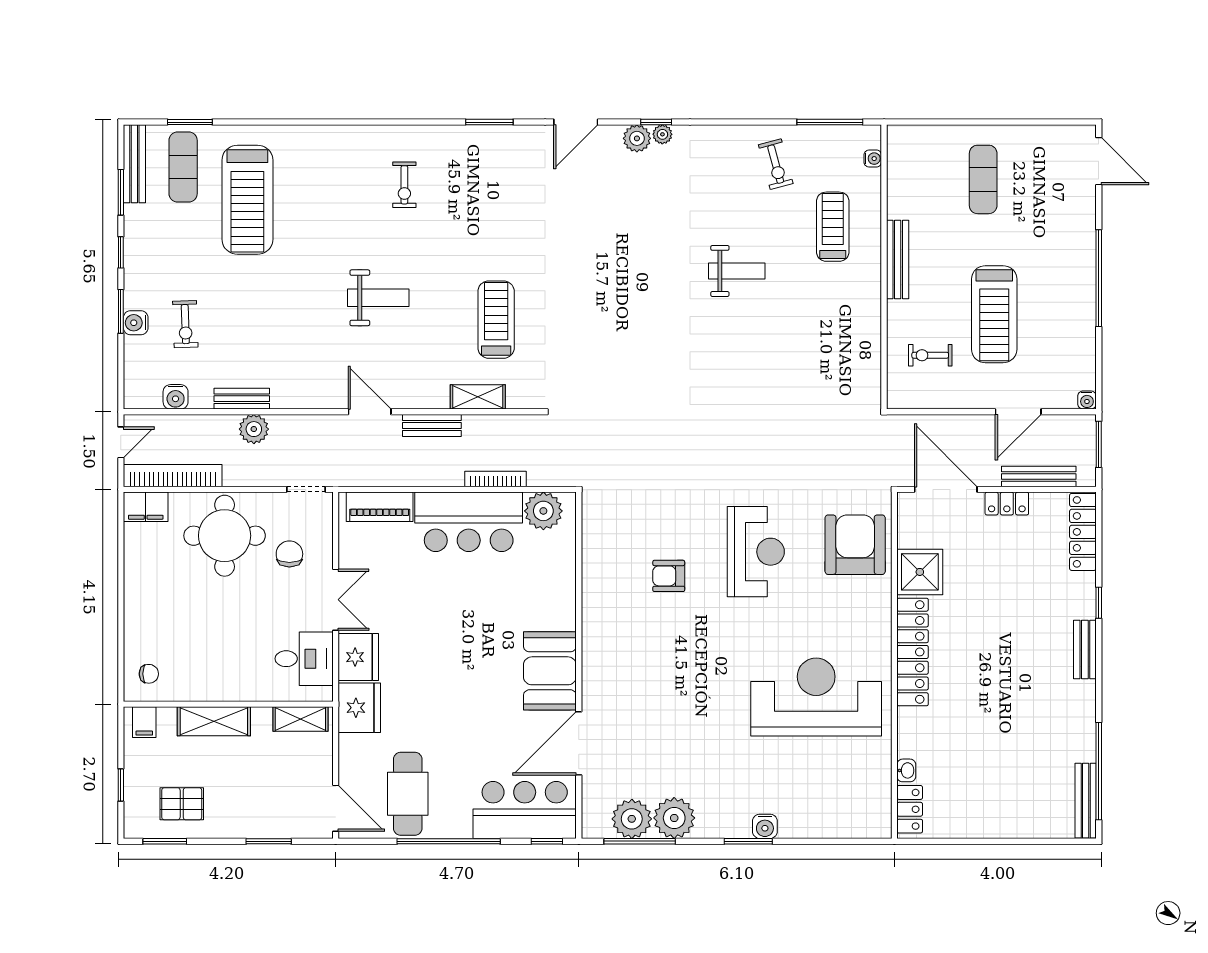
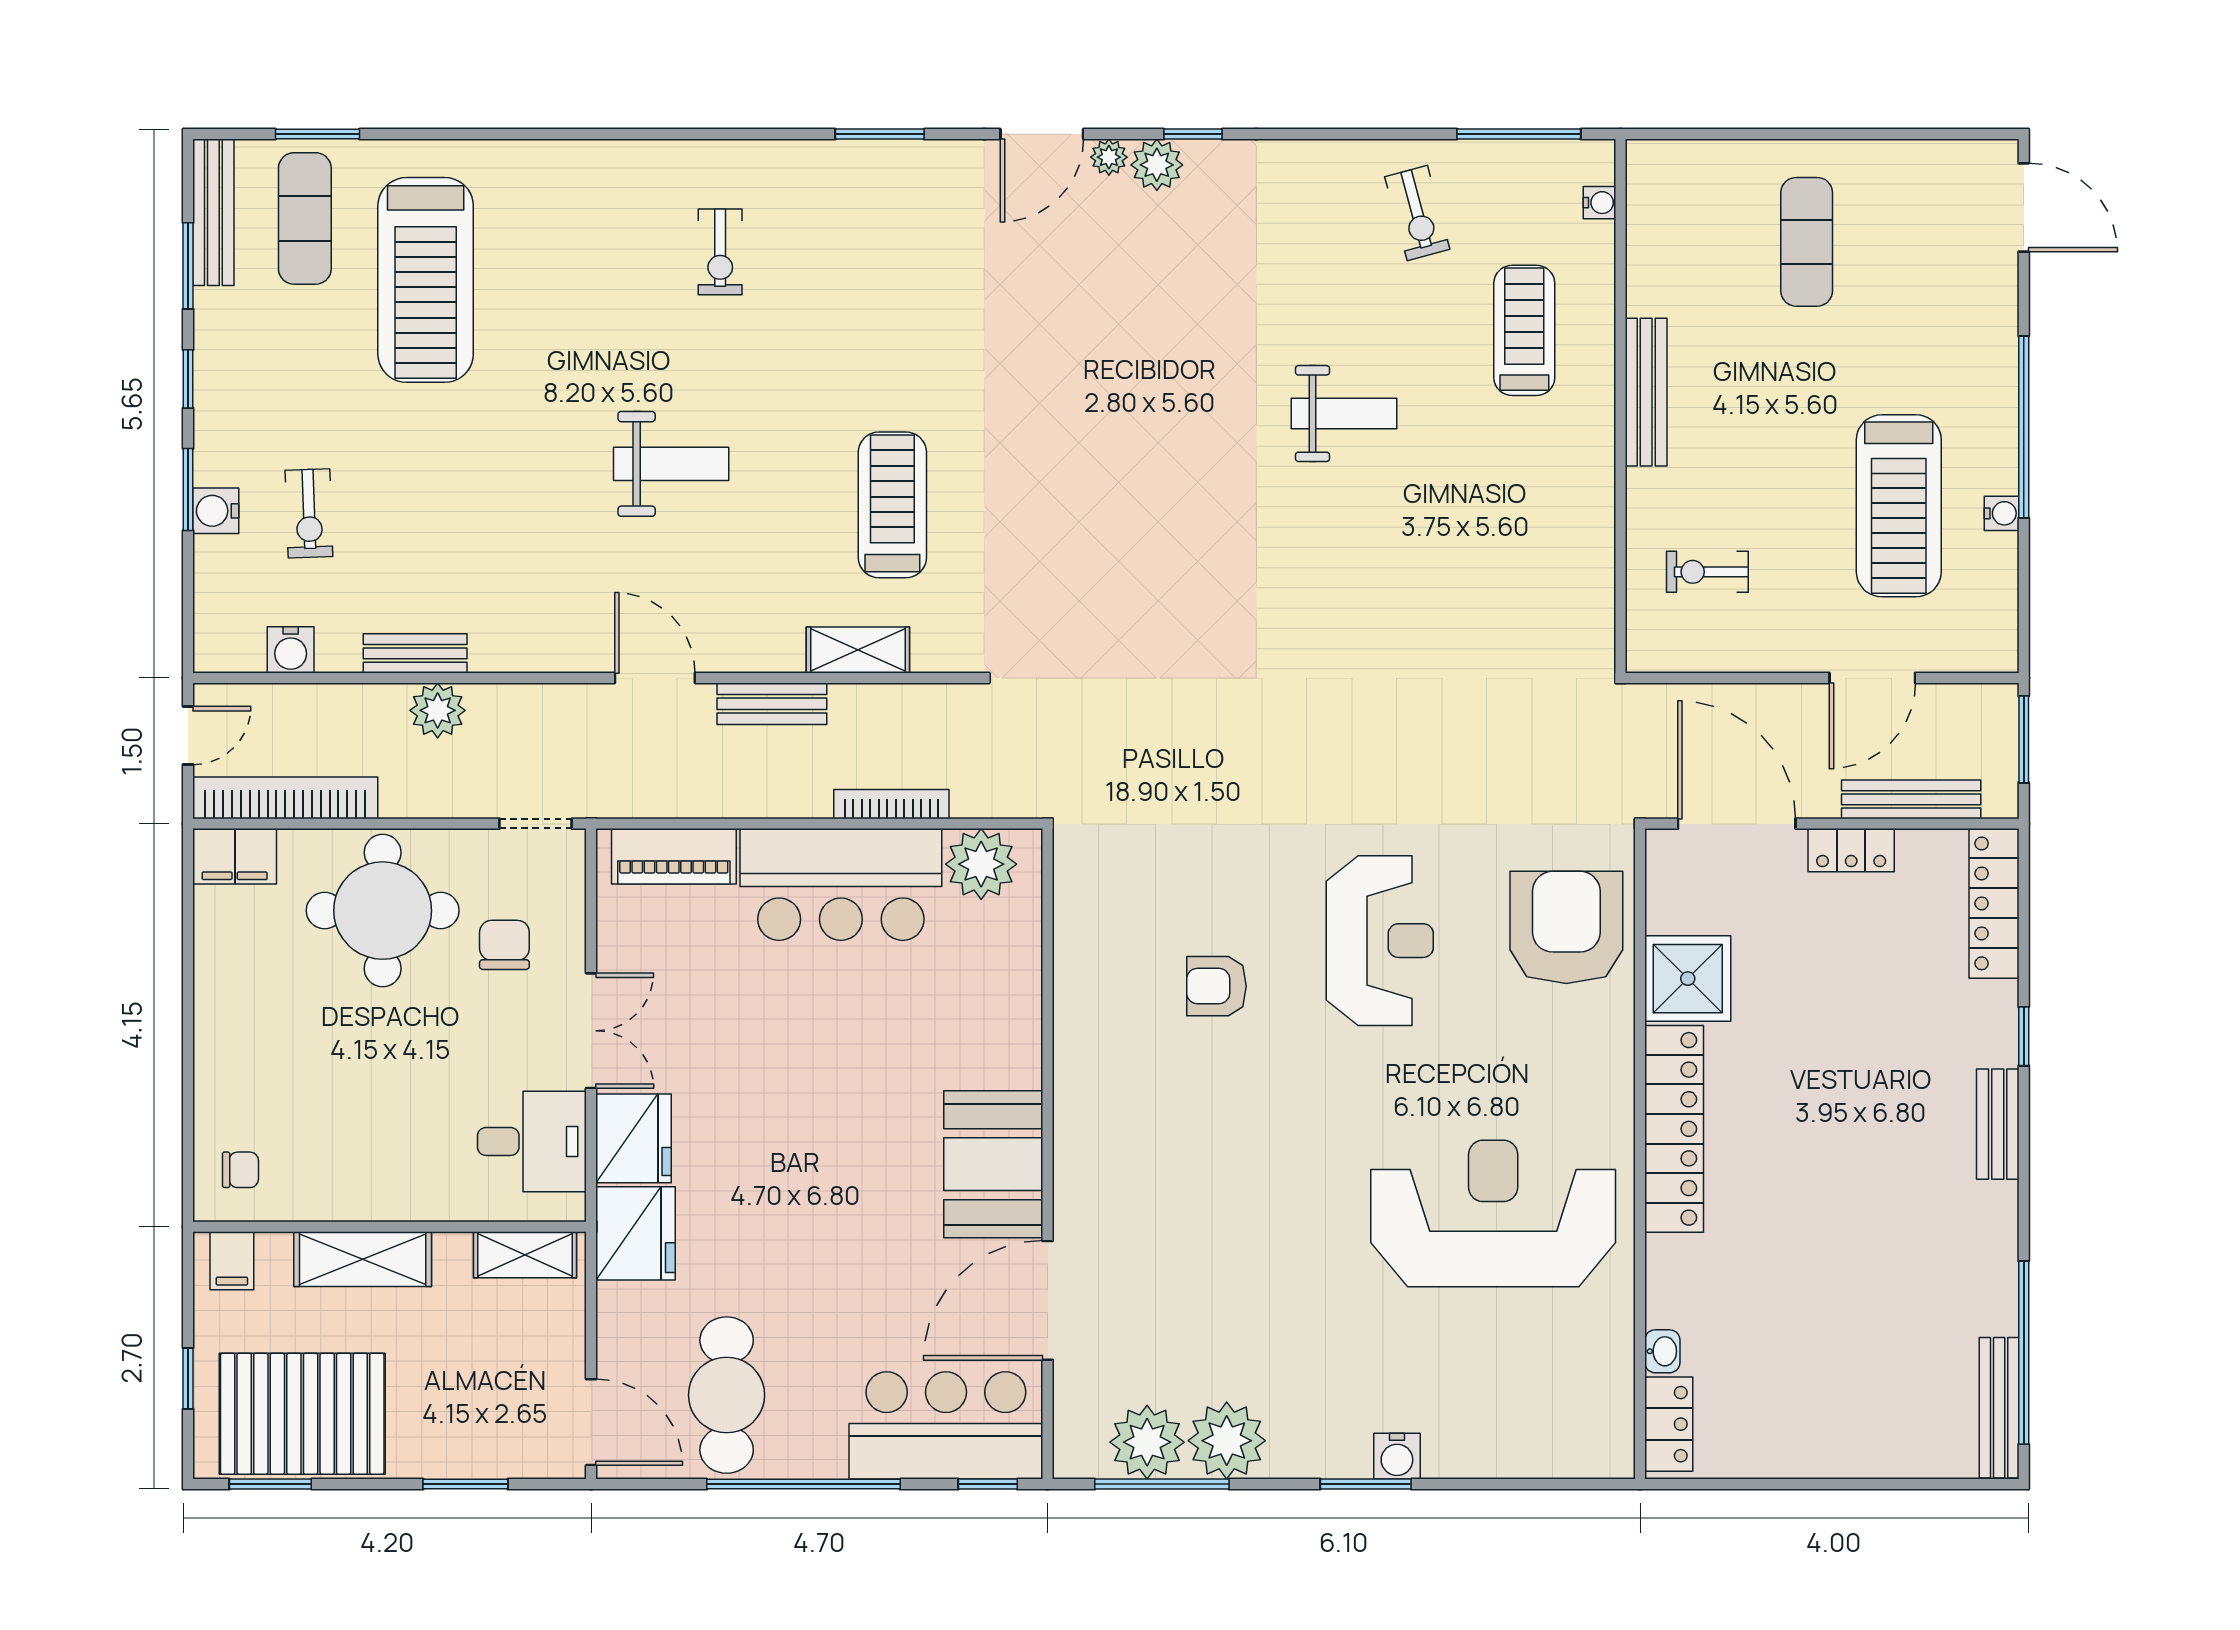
plant: (662, 134) -> (1109, 157), moved
treadmill: (994, 314) -> (1899, 506), moved
water cooler: (1087, 400) -> (2002, 513), moved, turned -90
pallet: (182, 804) -> (302, 1414), width x2.05, depth x2.00

